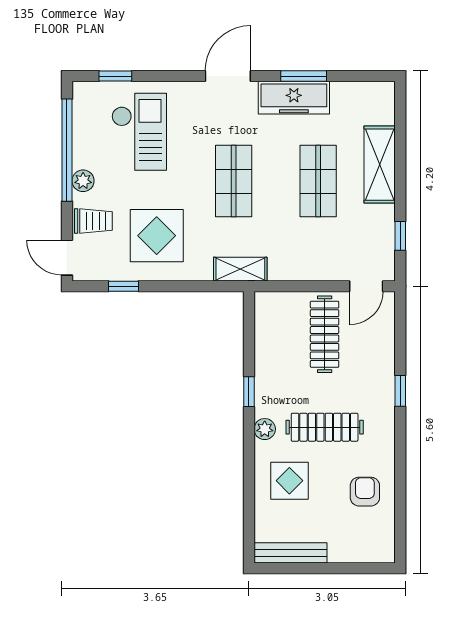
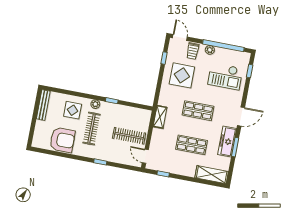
door: (228, 76) -> (241, 117), hinge flipped
shelving: (380, 165) -> (212, 175), moved
door: (67, 258) -> (180, 37), hinge flipped
shelving: (240, 269) -> (160, 117), moved
armchair: (365, 492) -> (62, 140), width x1.88, depth x1.88

